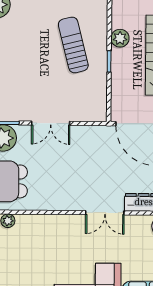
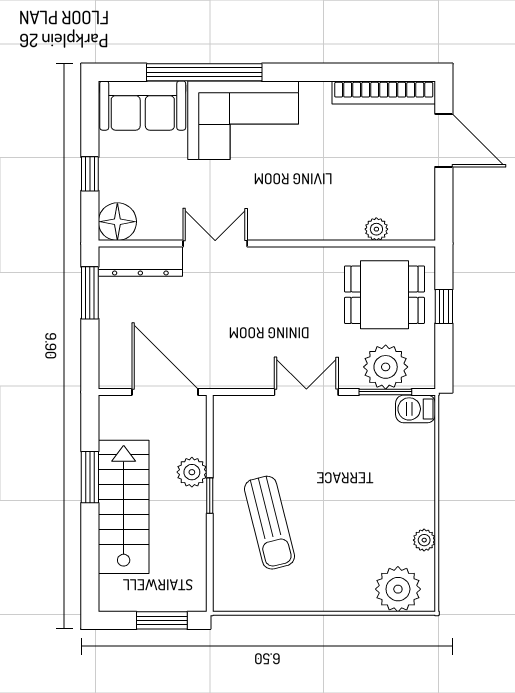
plant: (120, 38) -> (192, 472), moved

